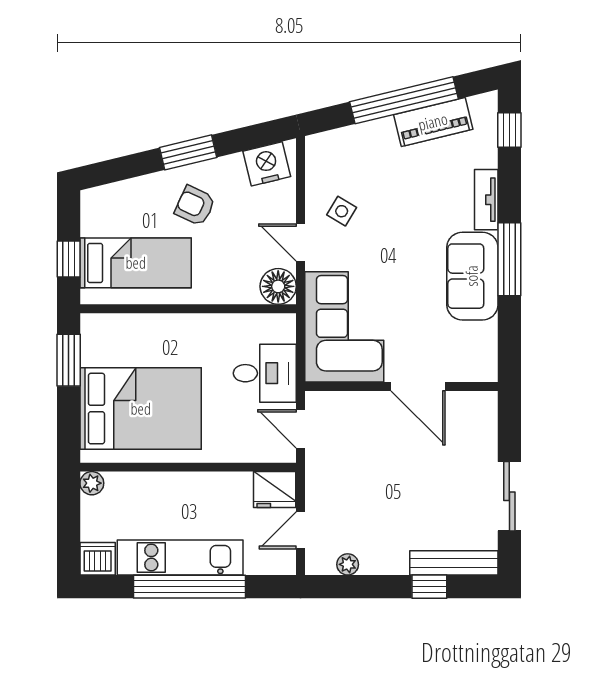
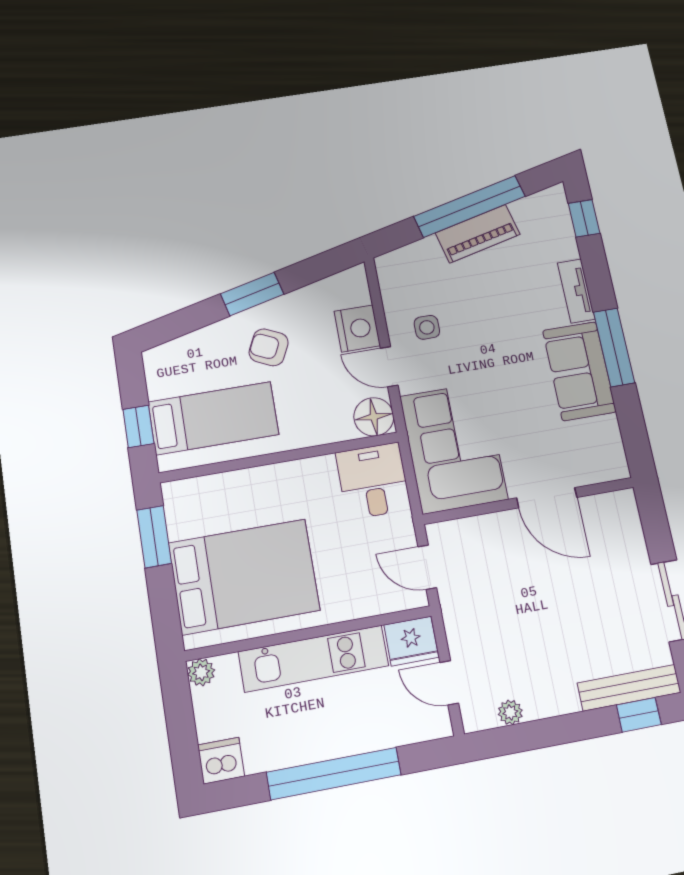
piano: (433, 122) -> (478, 234), moved
nightstand: (267, 164) -> (357, 328), moved, turned 104
side table: (342, 211) -> (427, 327), turned -31
desk: (265, 373) -> (373, 481), moved, turned -90
door: (300, 530) -> (449, 683), hinge flipped
kitchen unit: (180, 557) -> (313, 659), moved, turned 180
window: (429, 587) -> (639, 715), moved

